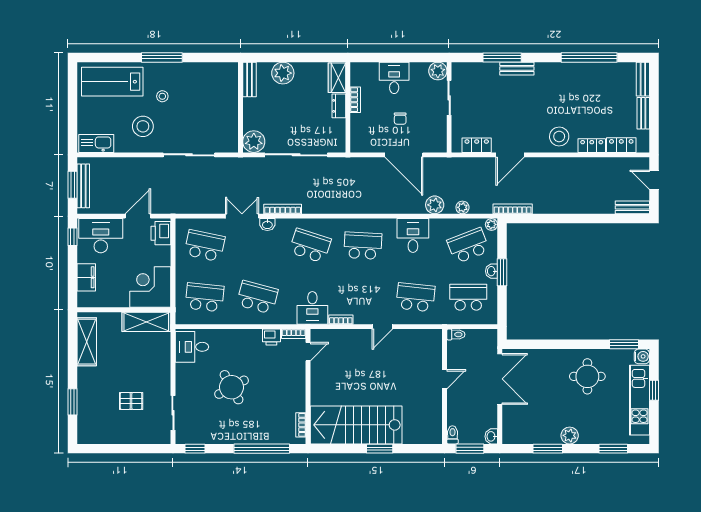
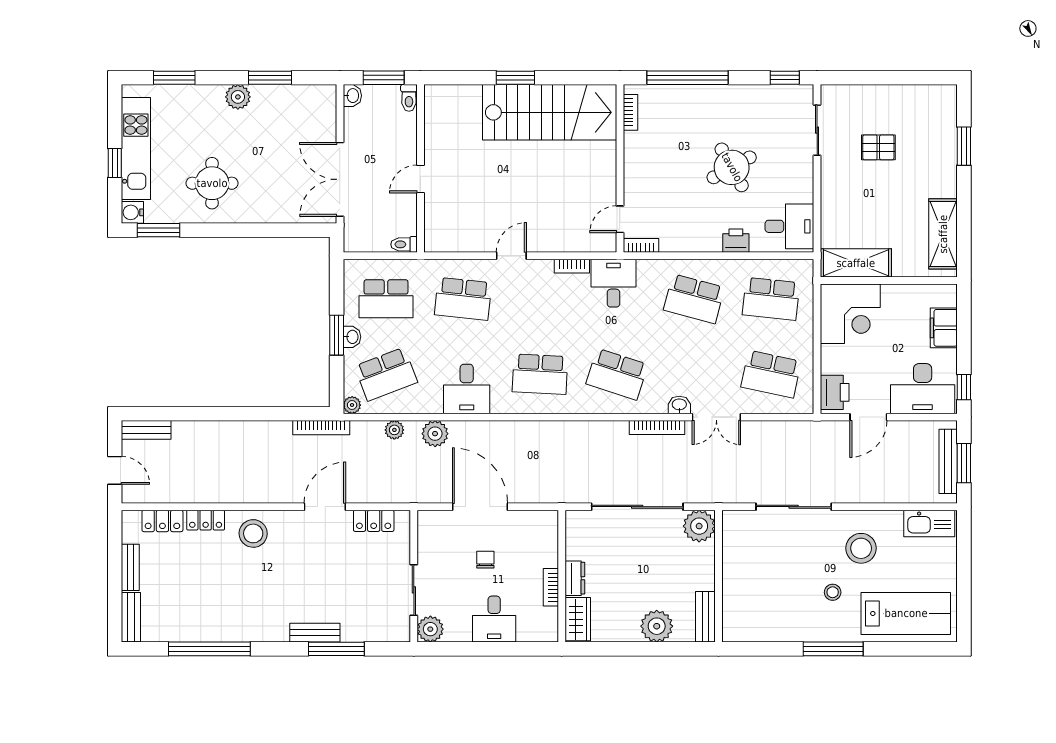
printer: (271, 337) -> (736, 241), moved

